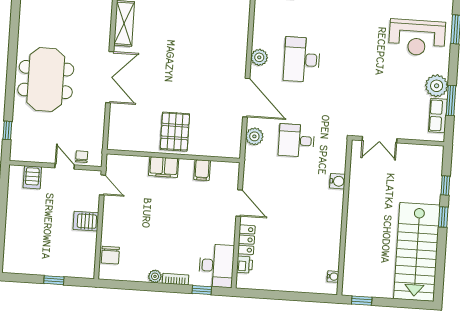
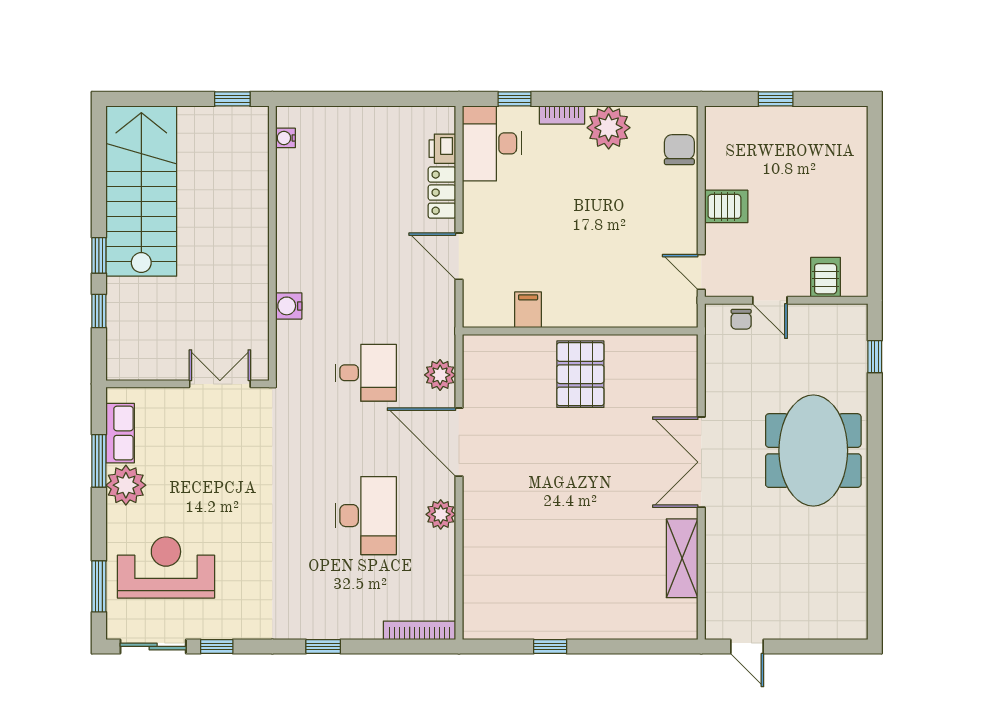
filing cabinet: (164, 167) -> (596, 311), removed
plant: (155, 276) -> (609, 128), width x1.87, depth x1.87

